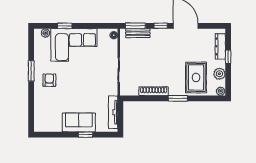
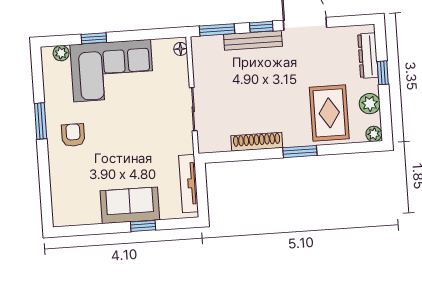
bench: (138, 33) -> (253, 40), moved, width x1.36

